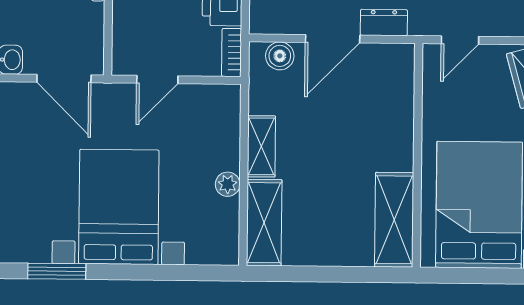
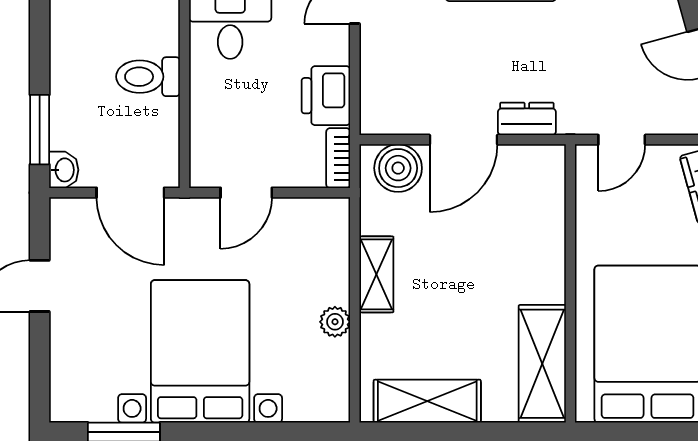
boiler: (280, 56) -> (398, 168), width x1.36, depth x1.36
shelving: (264, 223) -> (427, 401), moved, turned 90

